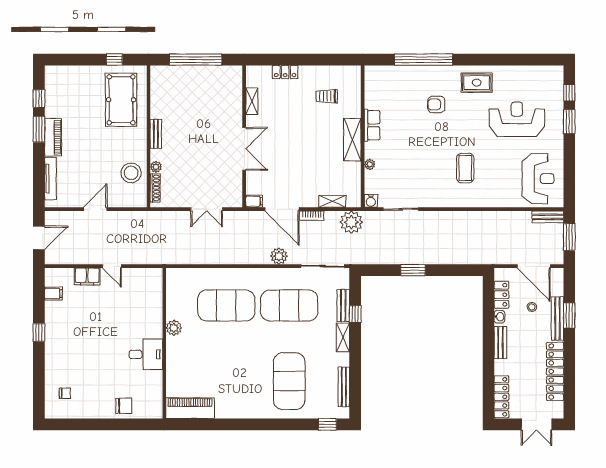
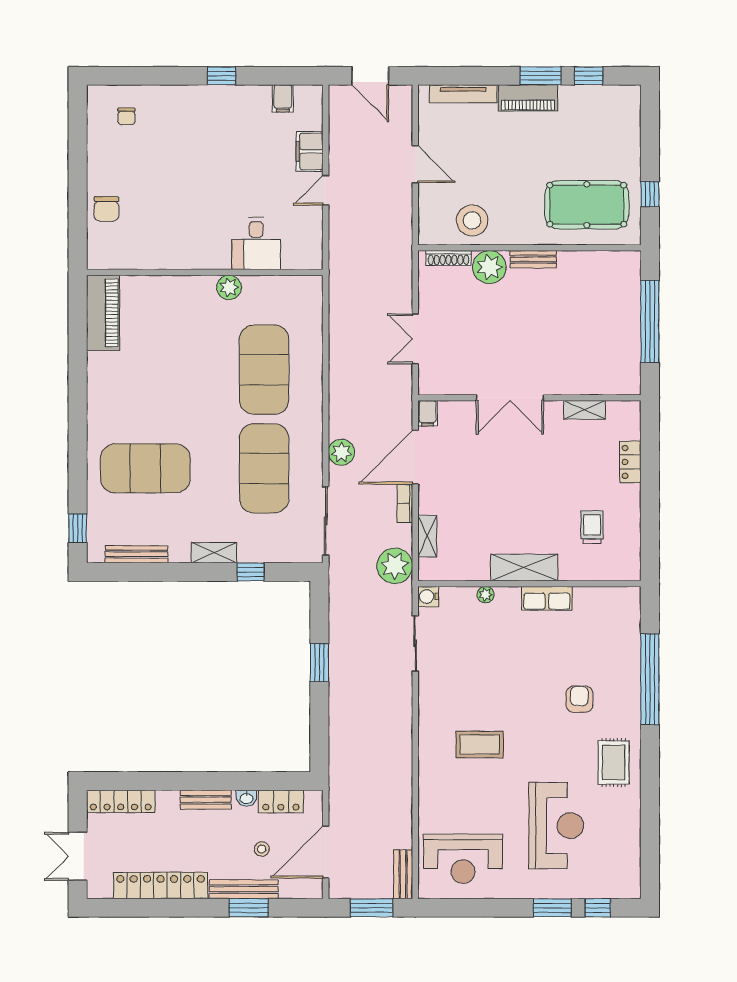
plant: (156, 167) -> (489, 267), width x1.88, depth x1.88
bench: (343, 306) -> (264, 553), removed
desk: (146, 354) -> (256, 244), moved

